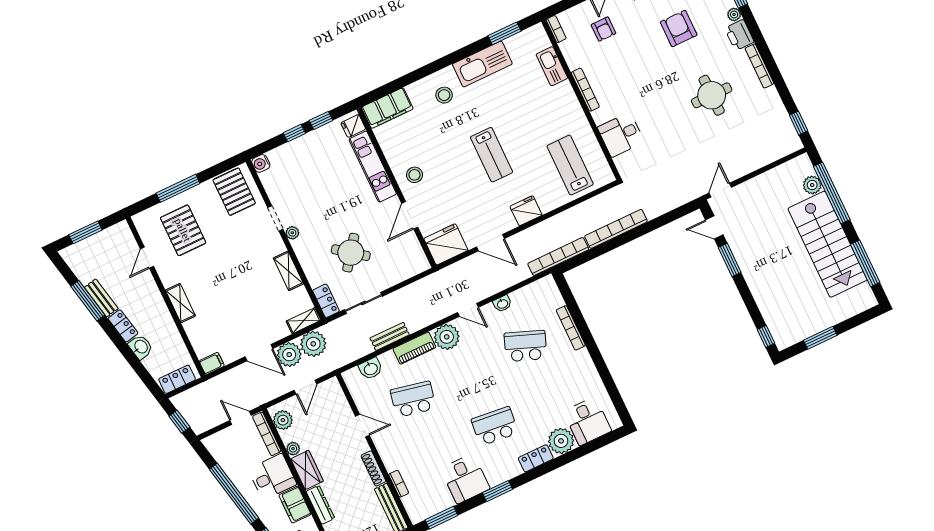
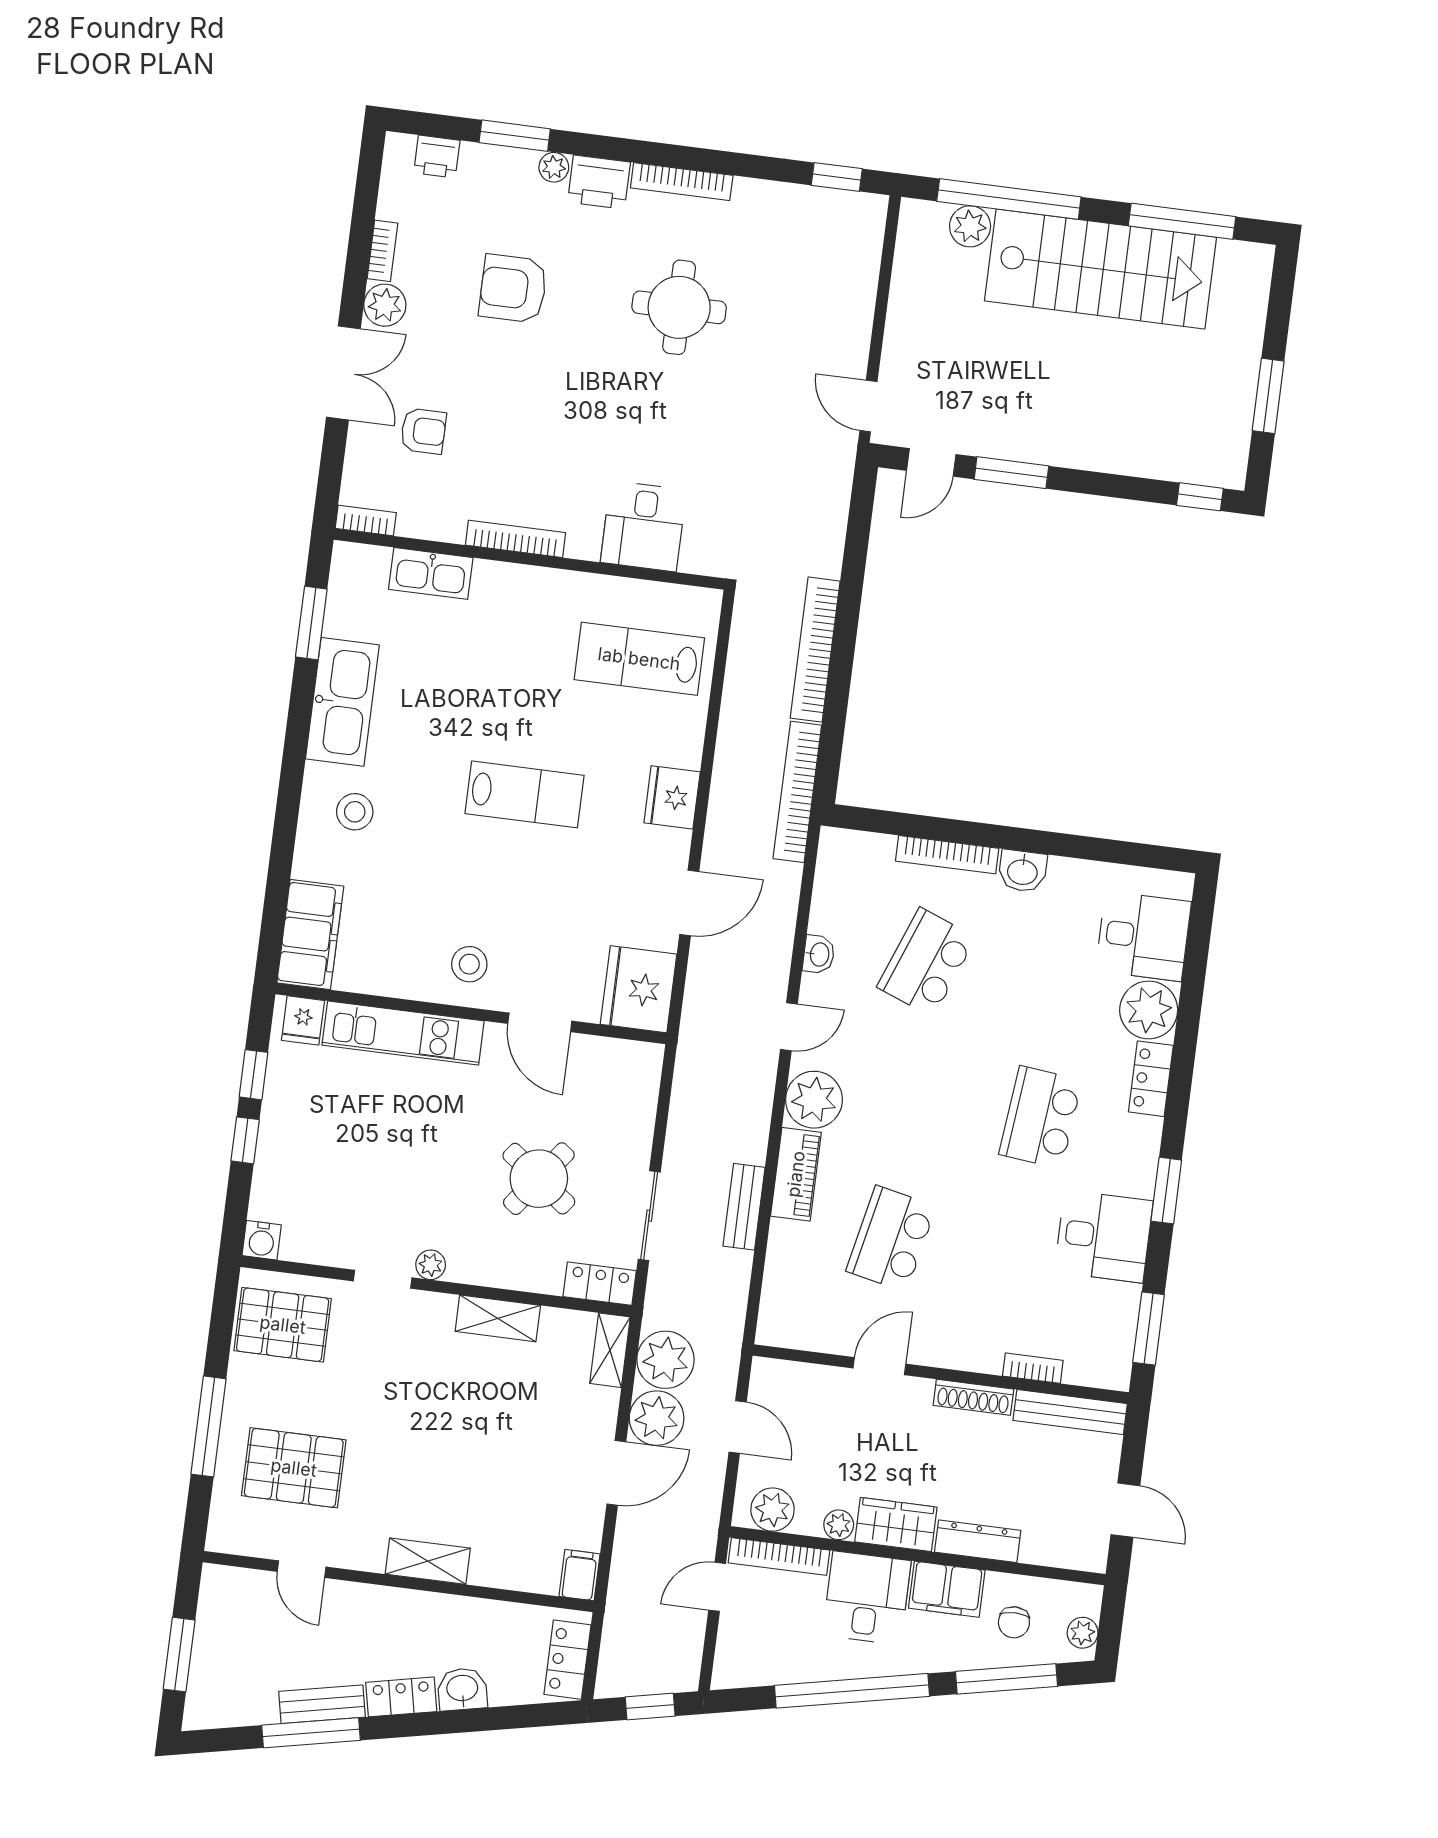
washbasin: (371, 369) -> (1022, 871), moved, turned 90

